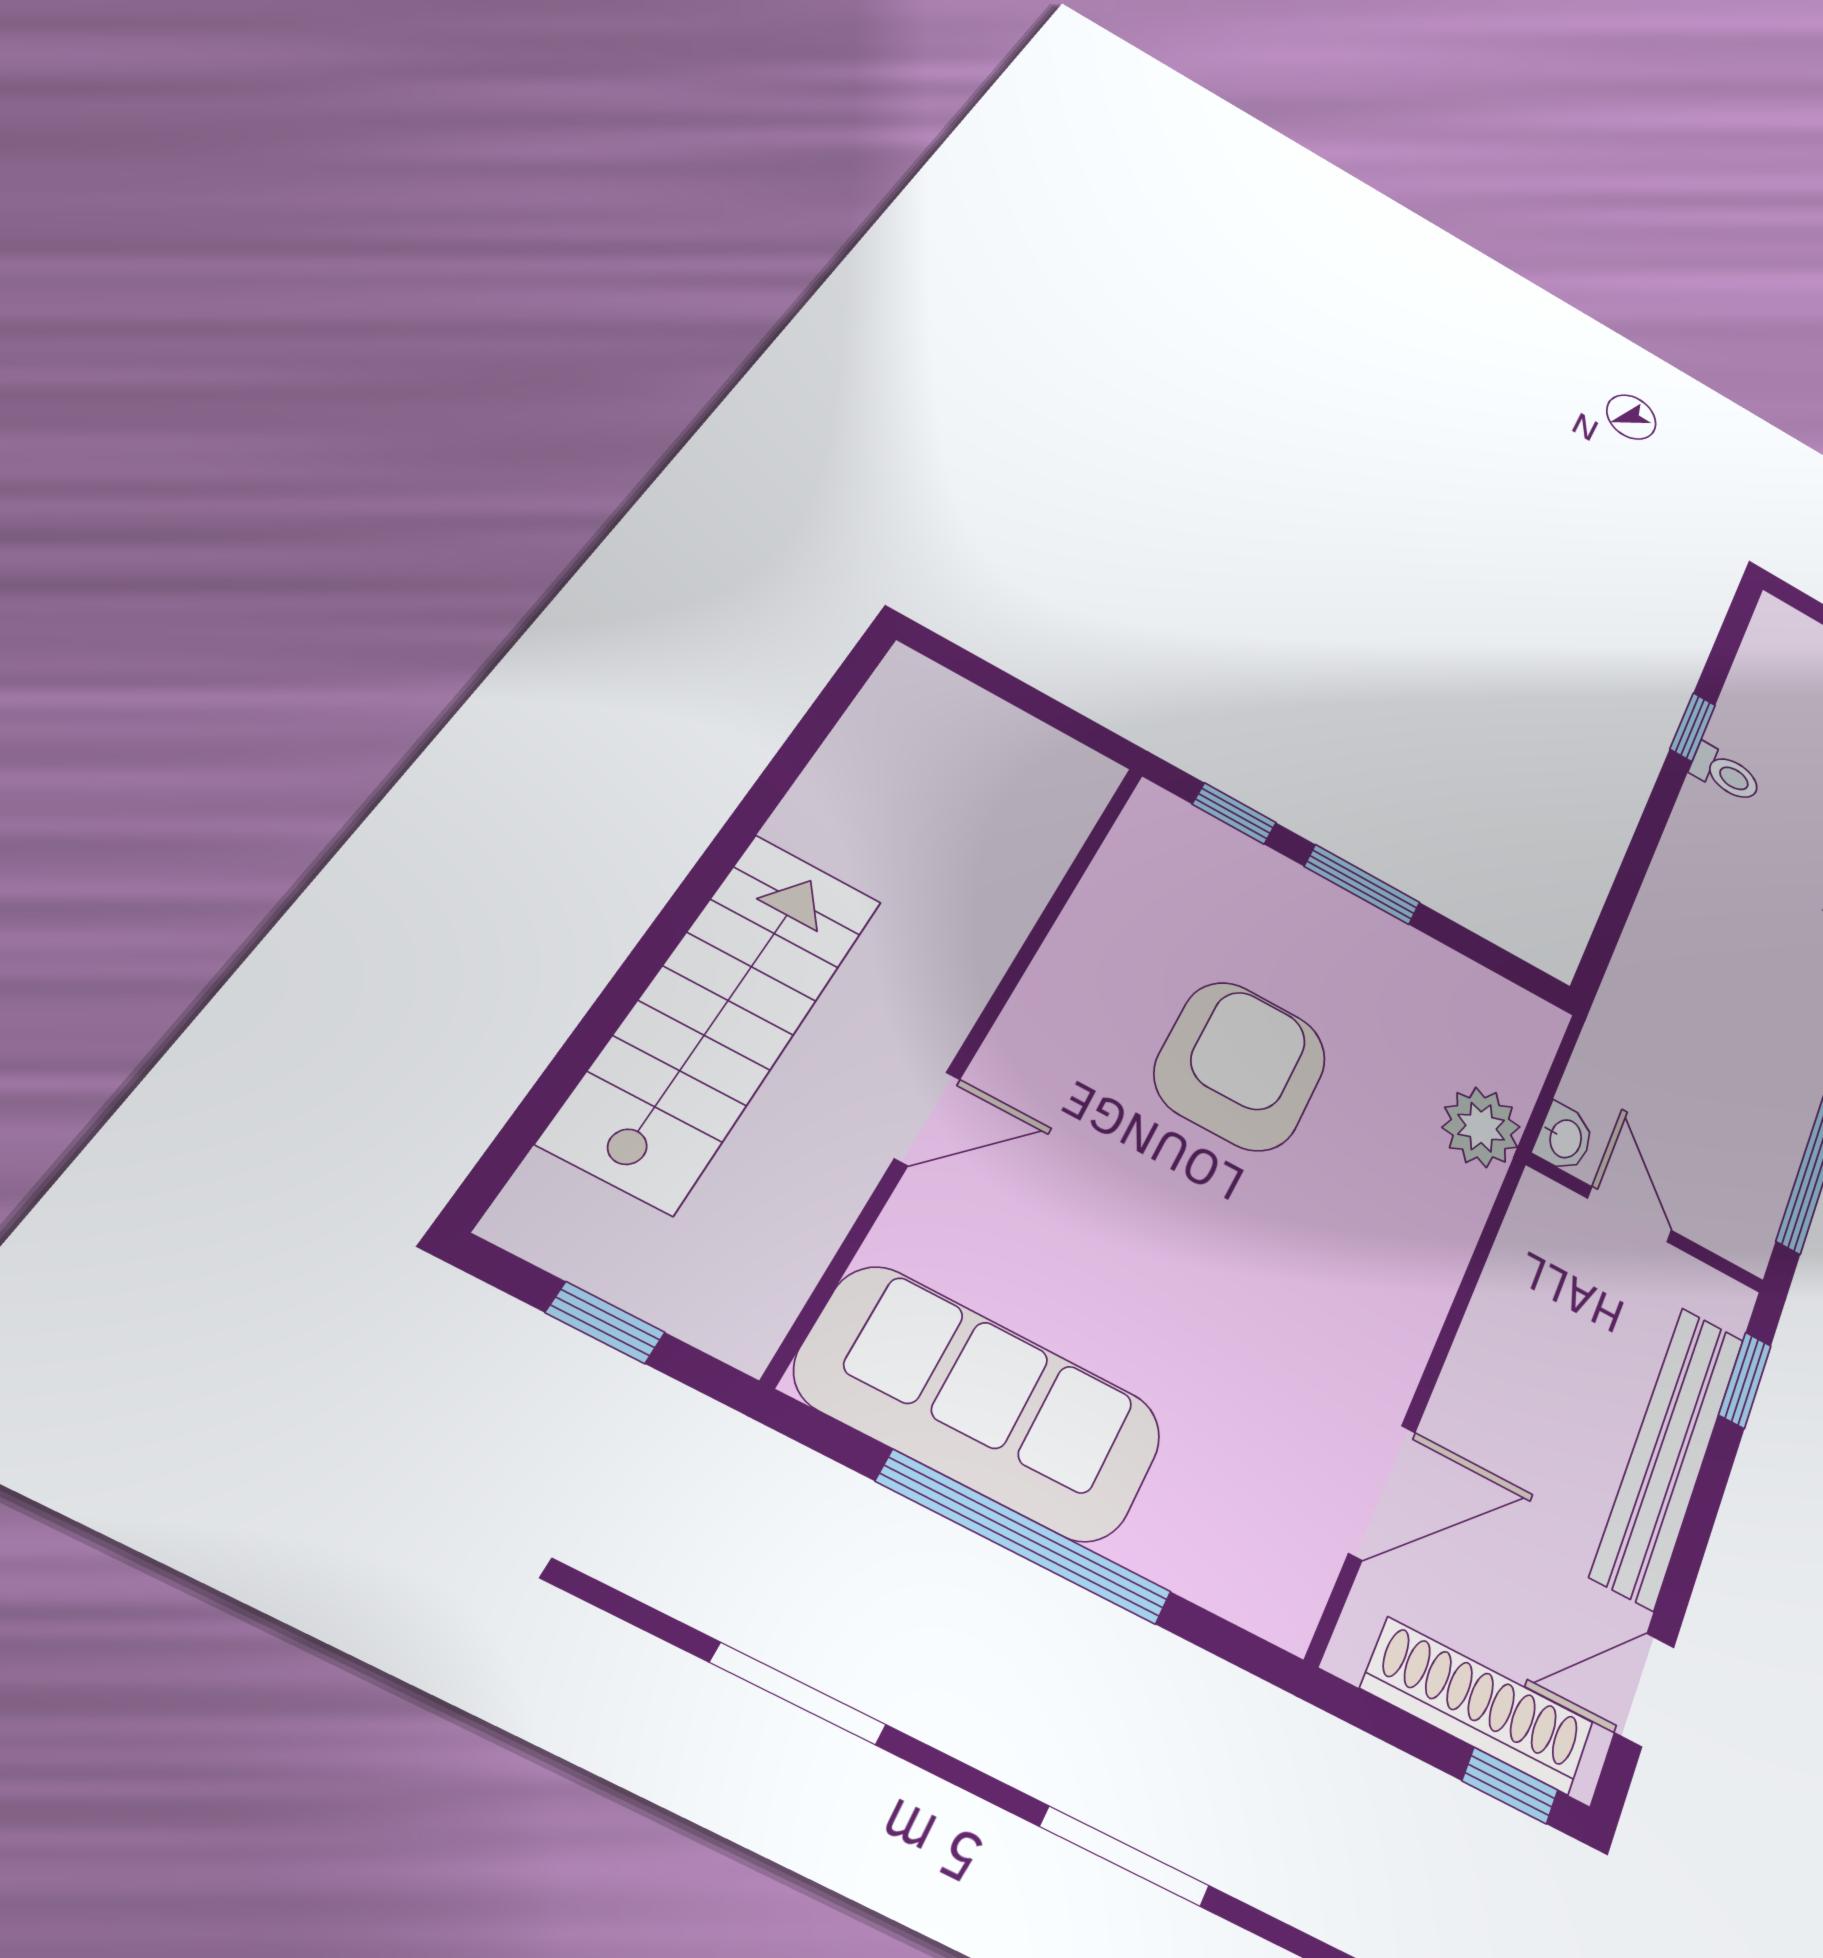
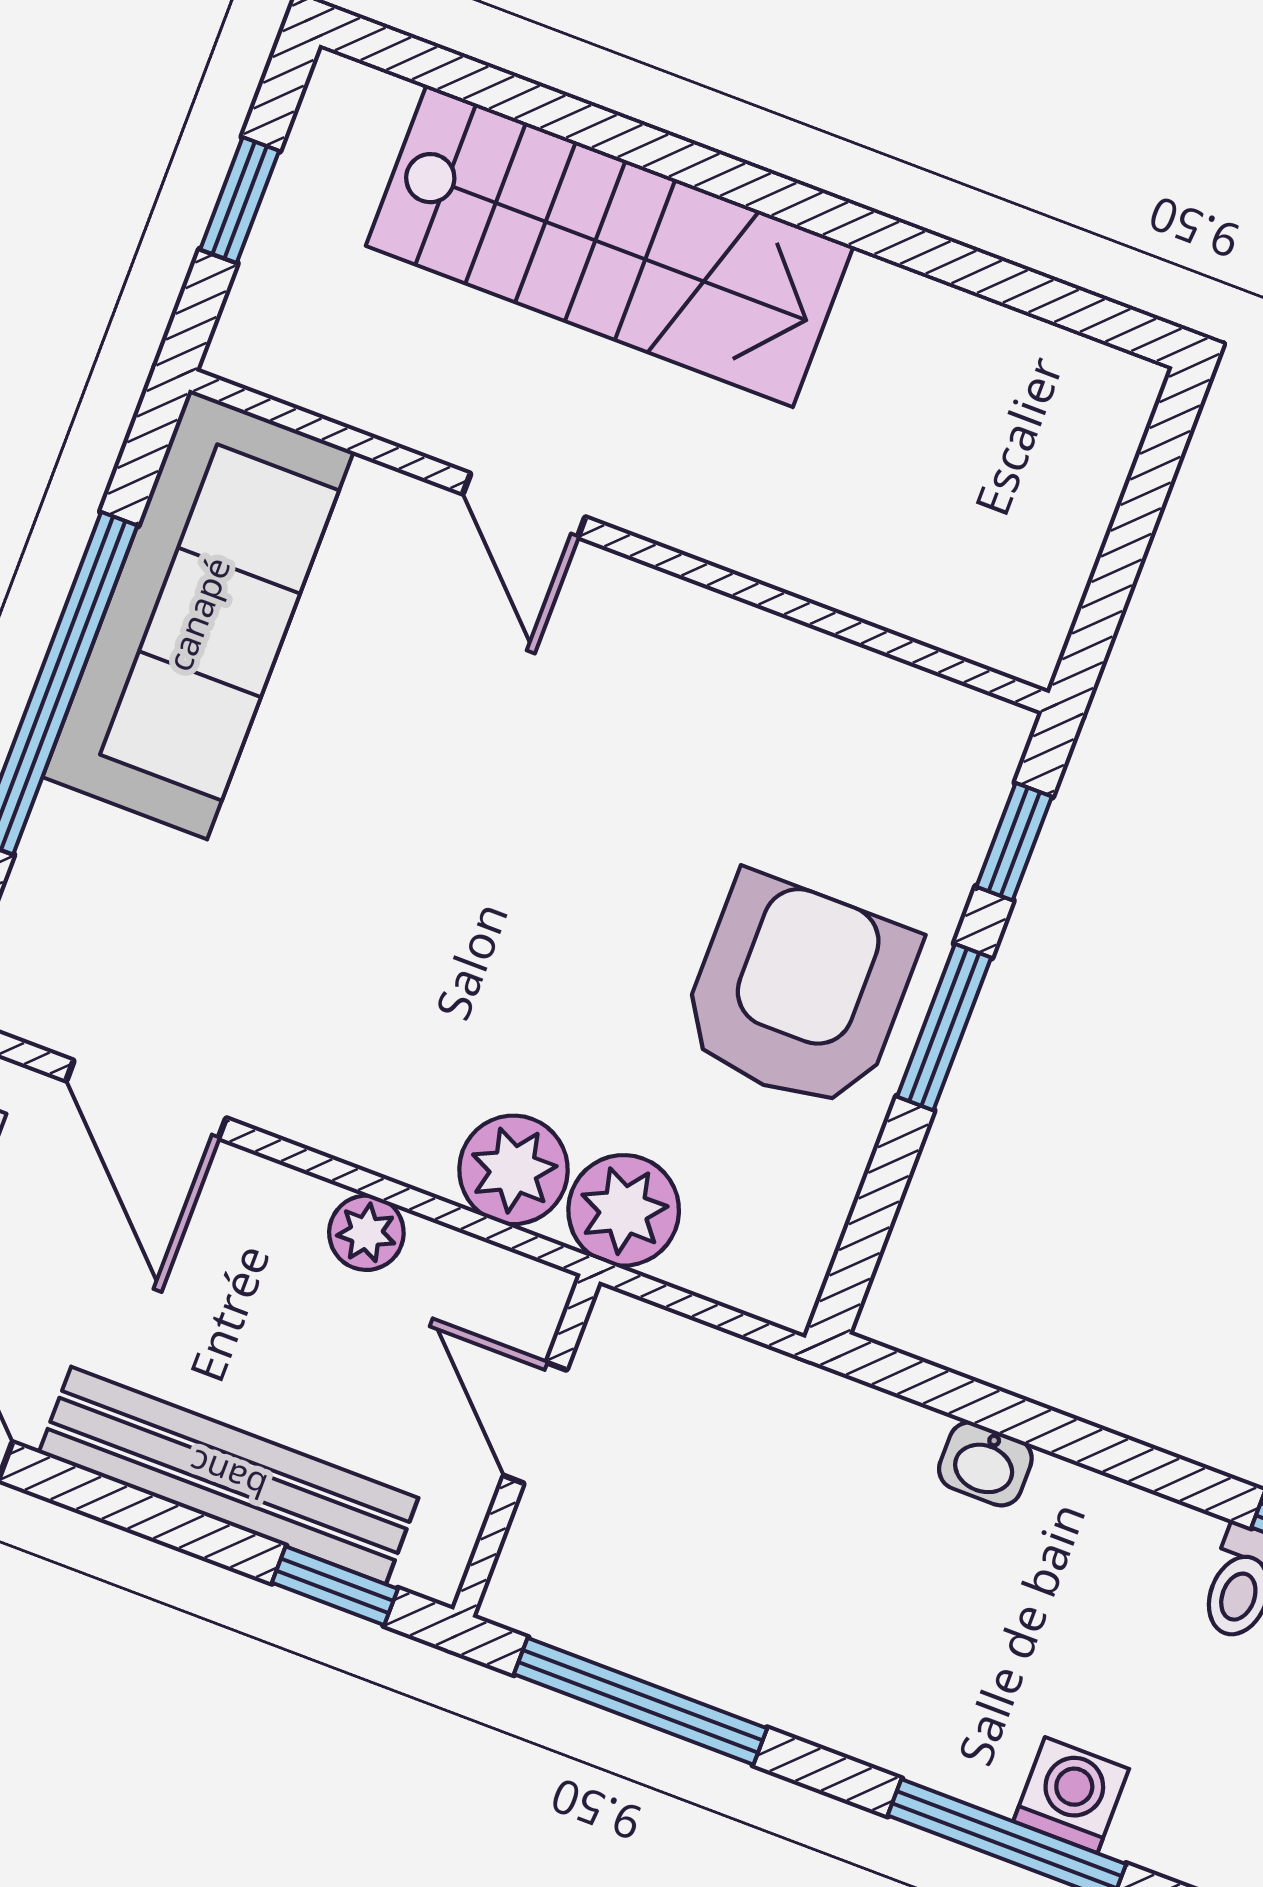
armchair: (1241, 1066) -> (798, 992), moved, turned -90
washbasin: (1564, 1138) -> (985, 1464), moved
plant: (1449, 1204) -> (514, 1170), added
door: (1630, 1214) -> (535, 1423), swing flipped
plant: (1492, 1323) -> (366, 1233), added

